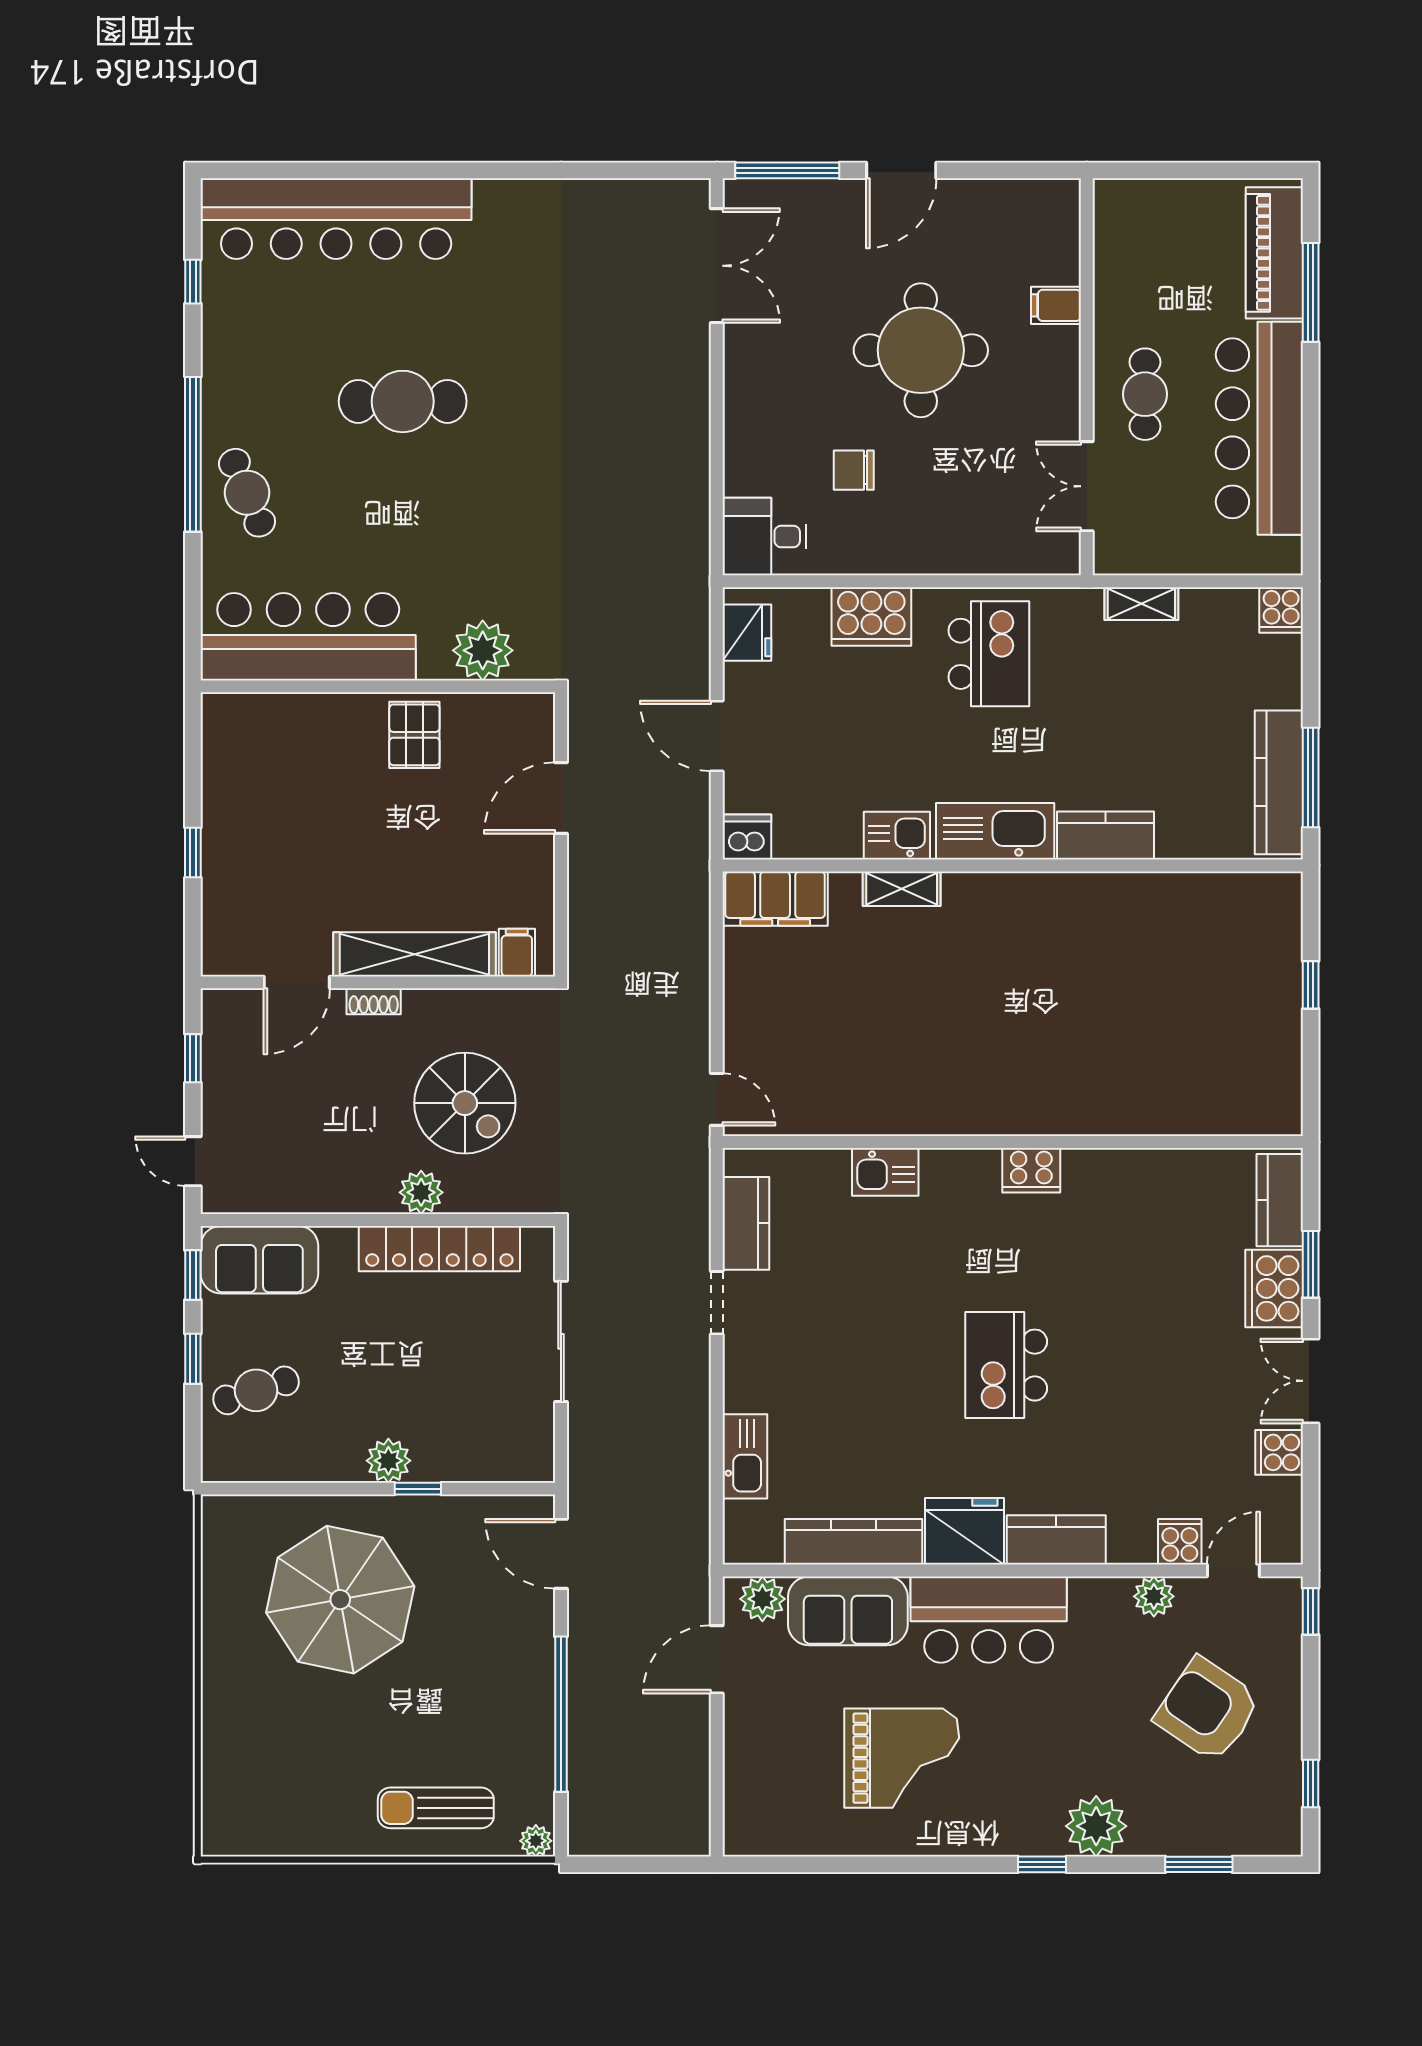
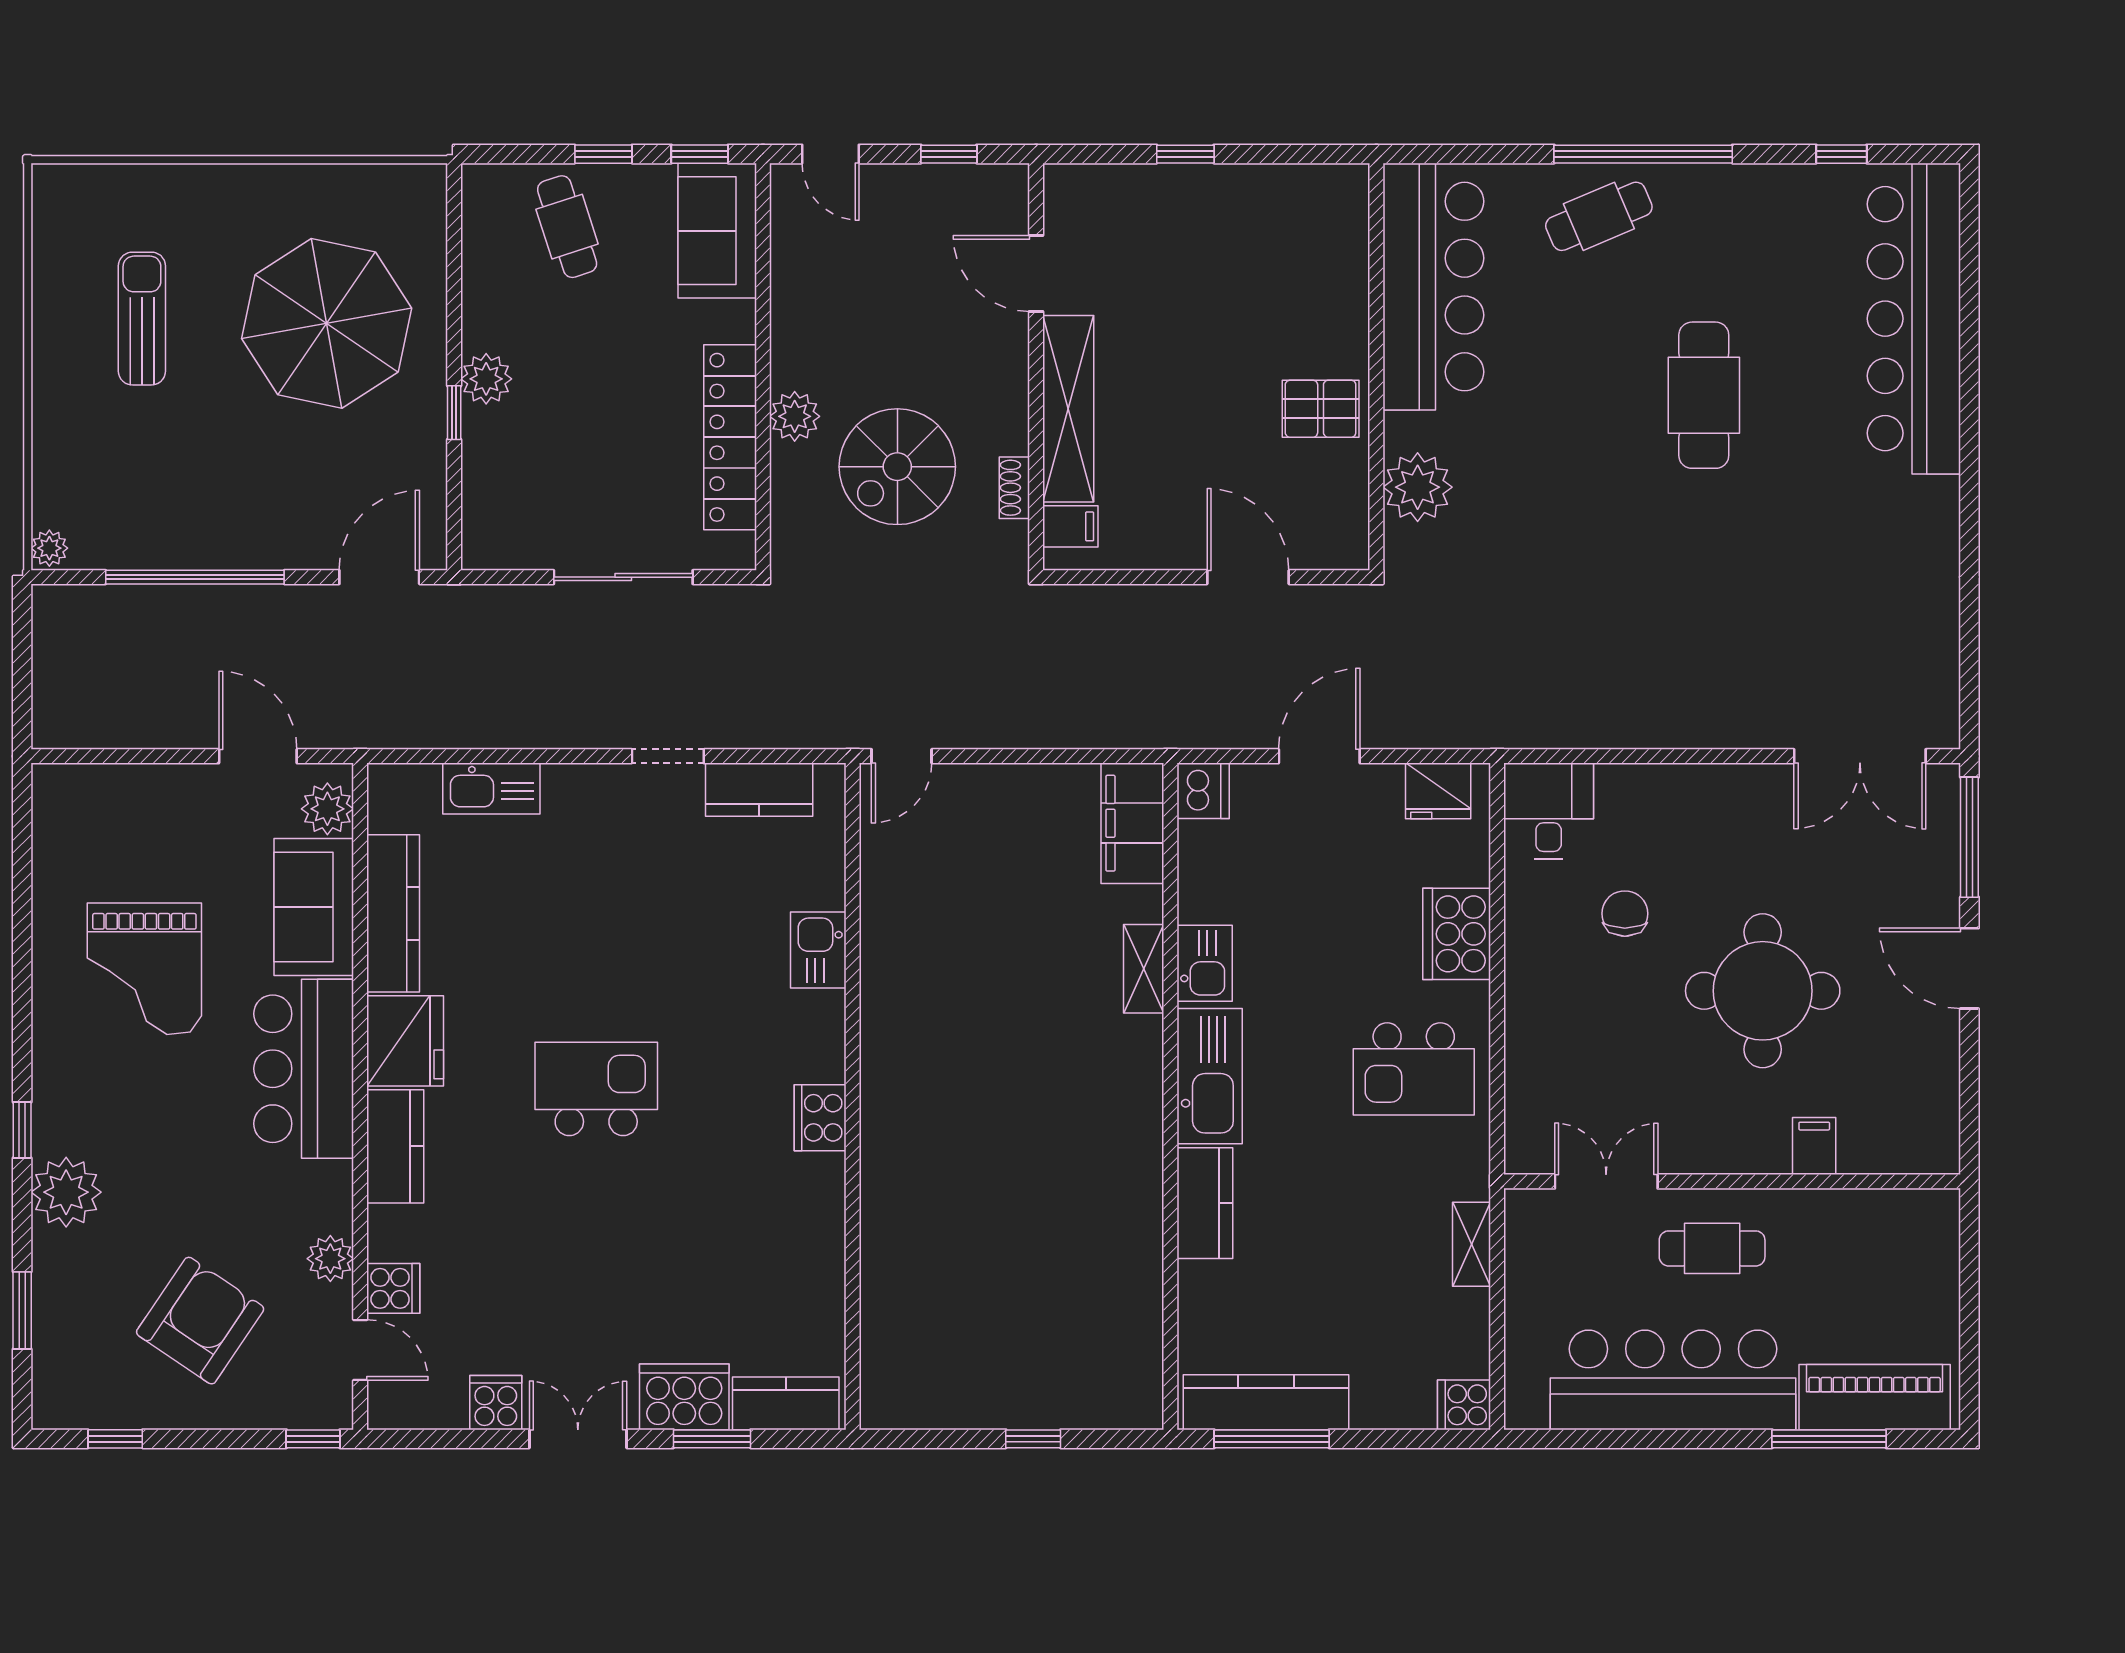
shoe rack: (374, 1001) -> (1014, 488), moved
door: (193, 1161) -> (831, 154), swing flipped
sun lounger: (436, 1808) -> (142, 319), moved

